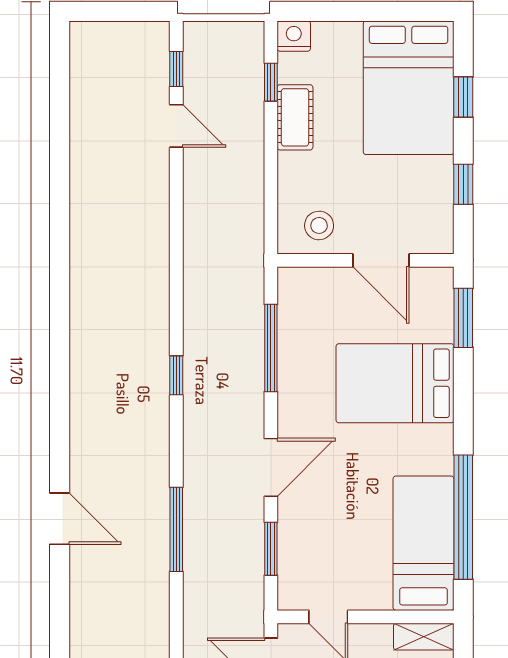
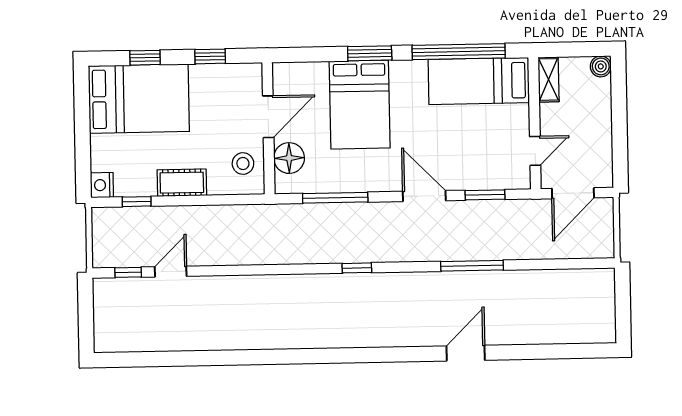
cot: (295, 117) -> (182, 183), moved
floor lamp: (325, 287) -> (289, 158), added
window: (463, 318) -> (370, 53), moved

